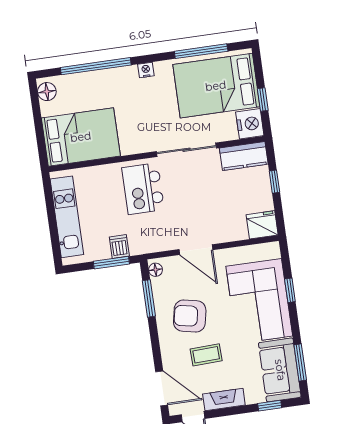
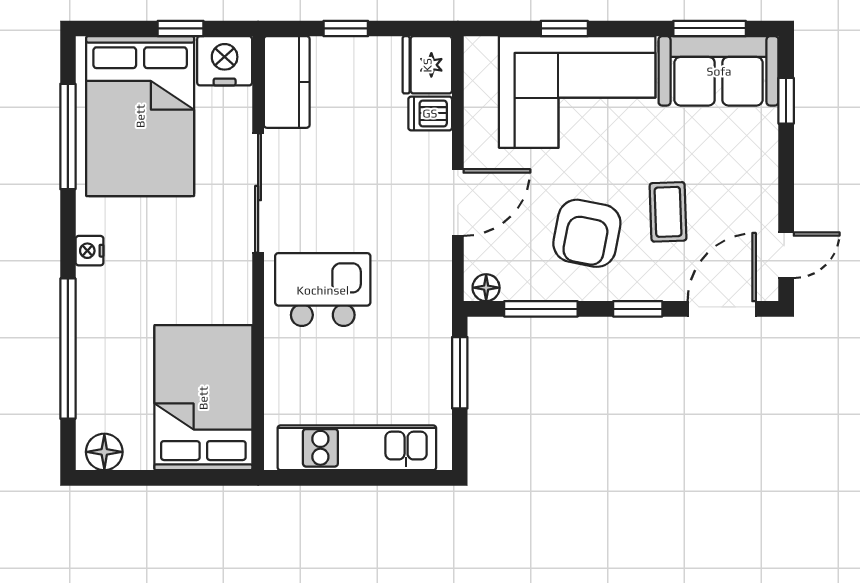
kitchen island: (143, 189) -> (323, 290), turned 180
dishwasher: (119, 247) -> (430, 113), moved
window: (156, 347) -> (638, 309), added
fireplace: (224, 400) -> (761, 189), removed

